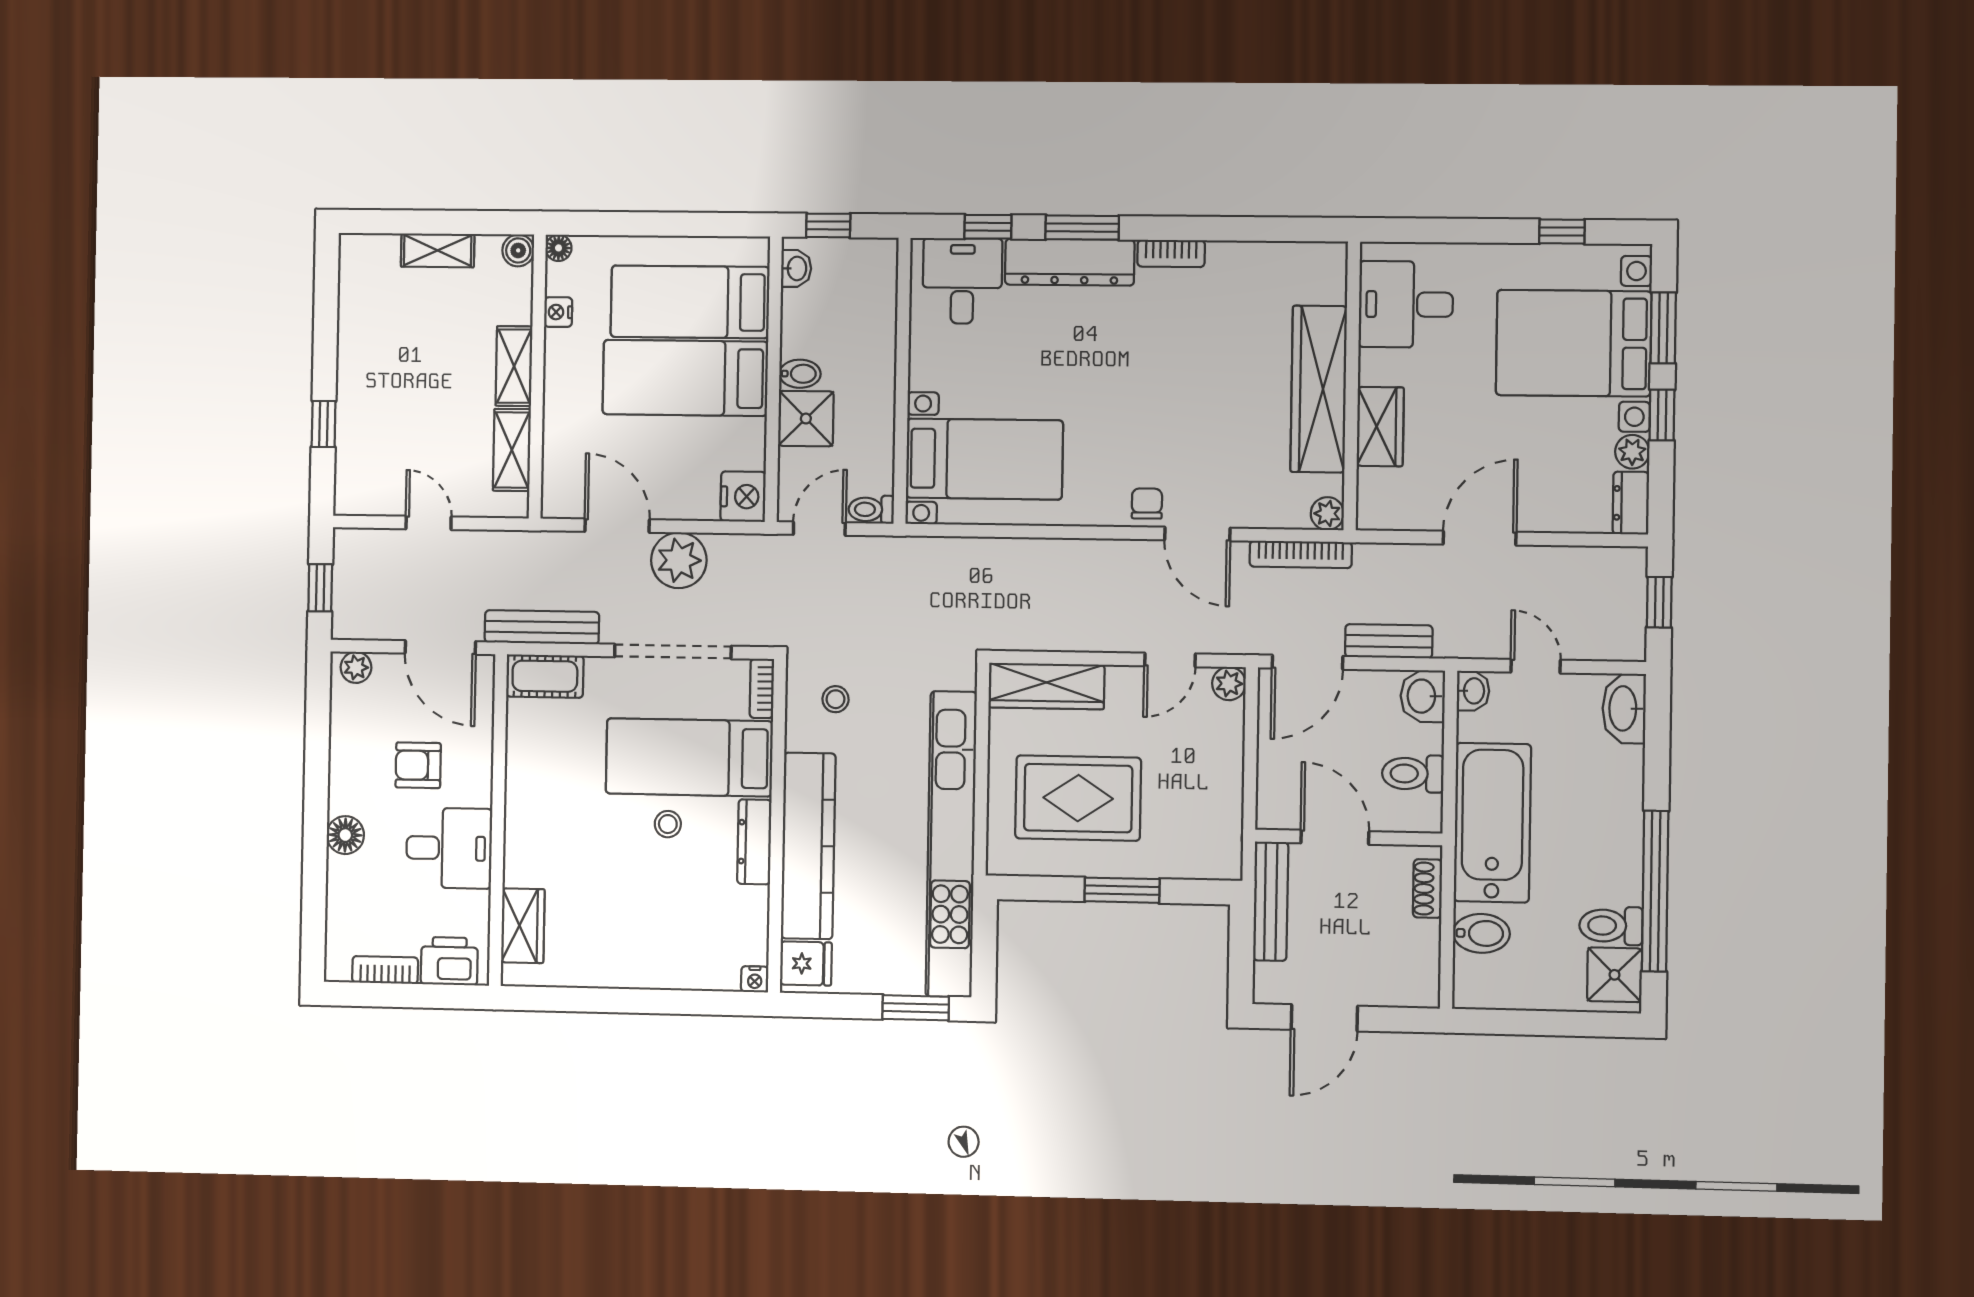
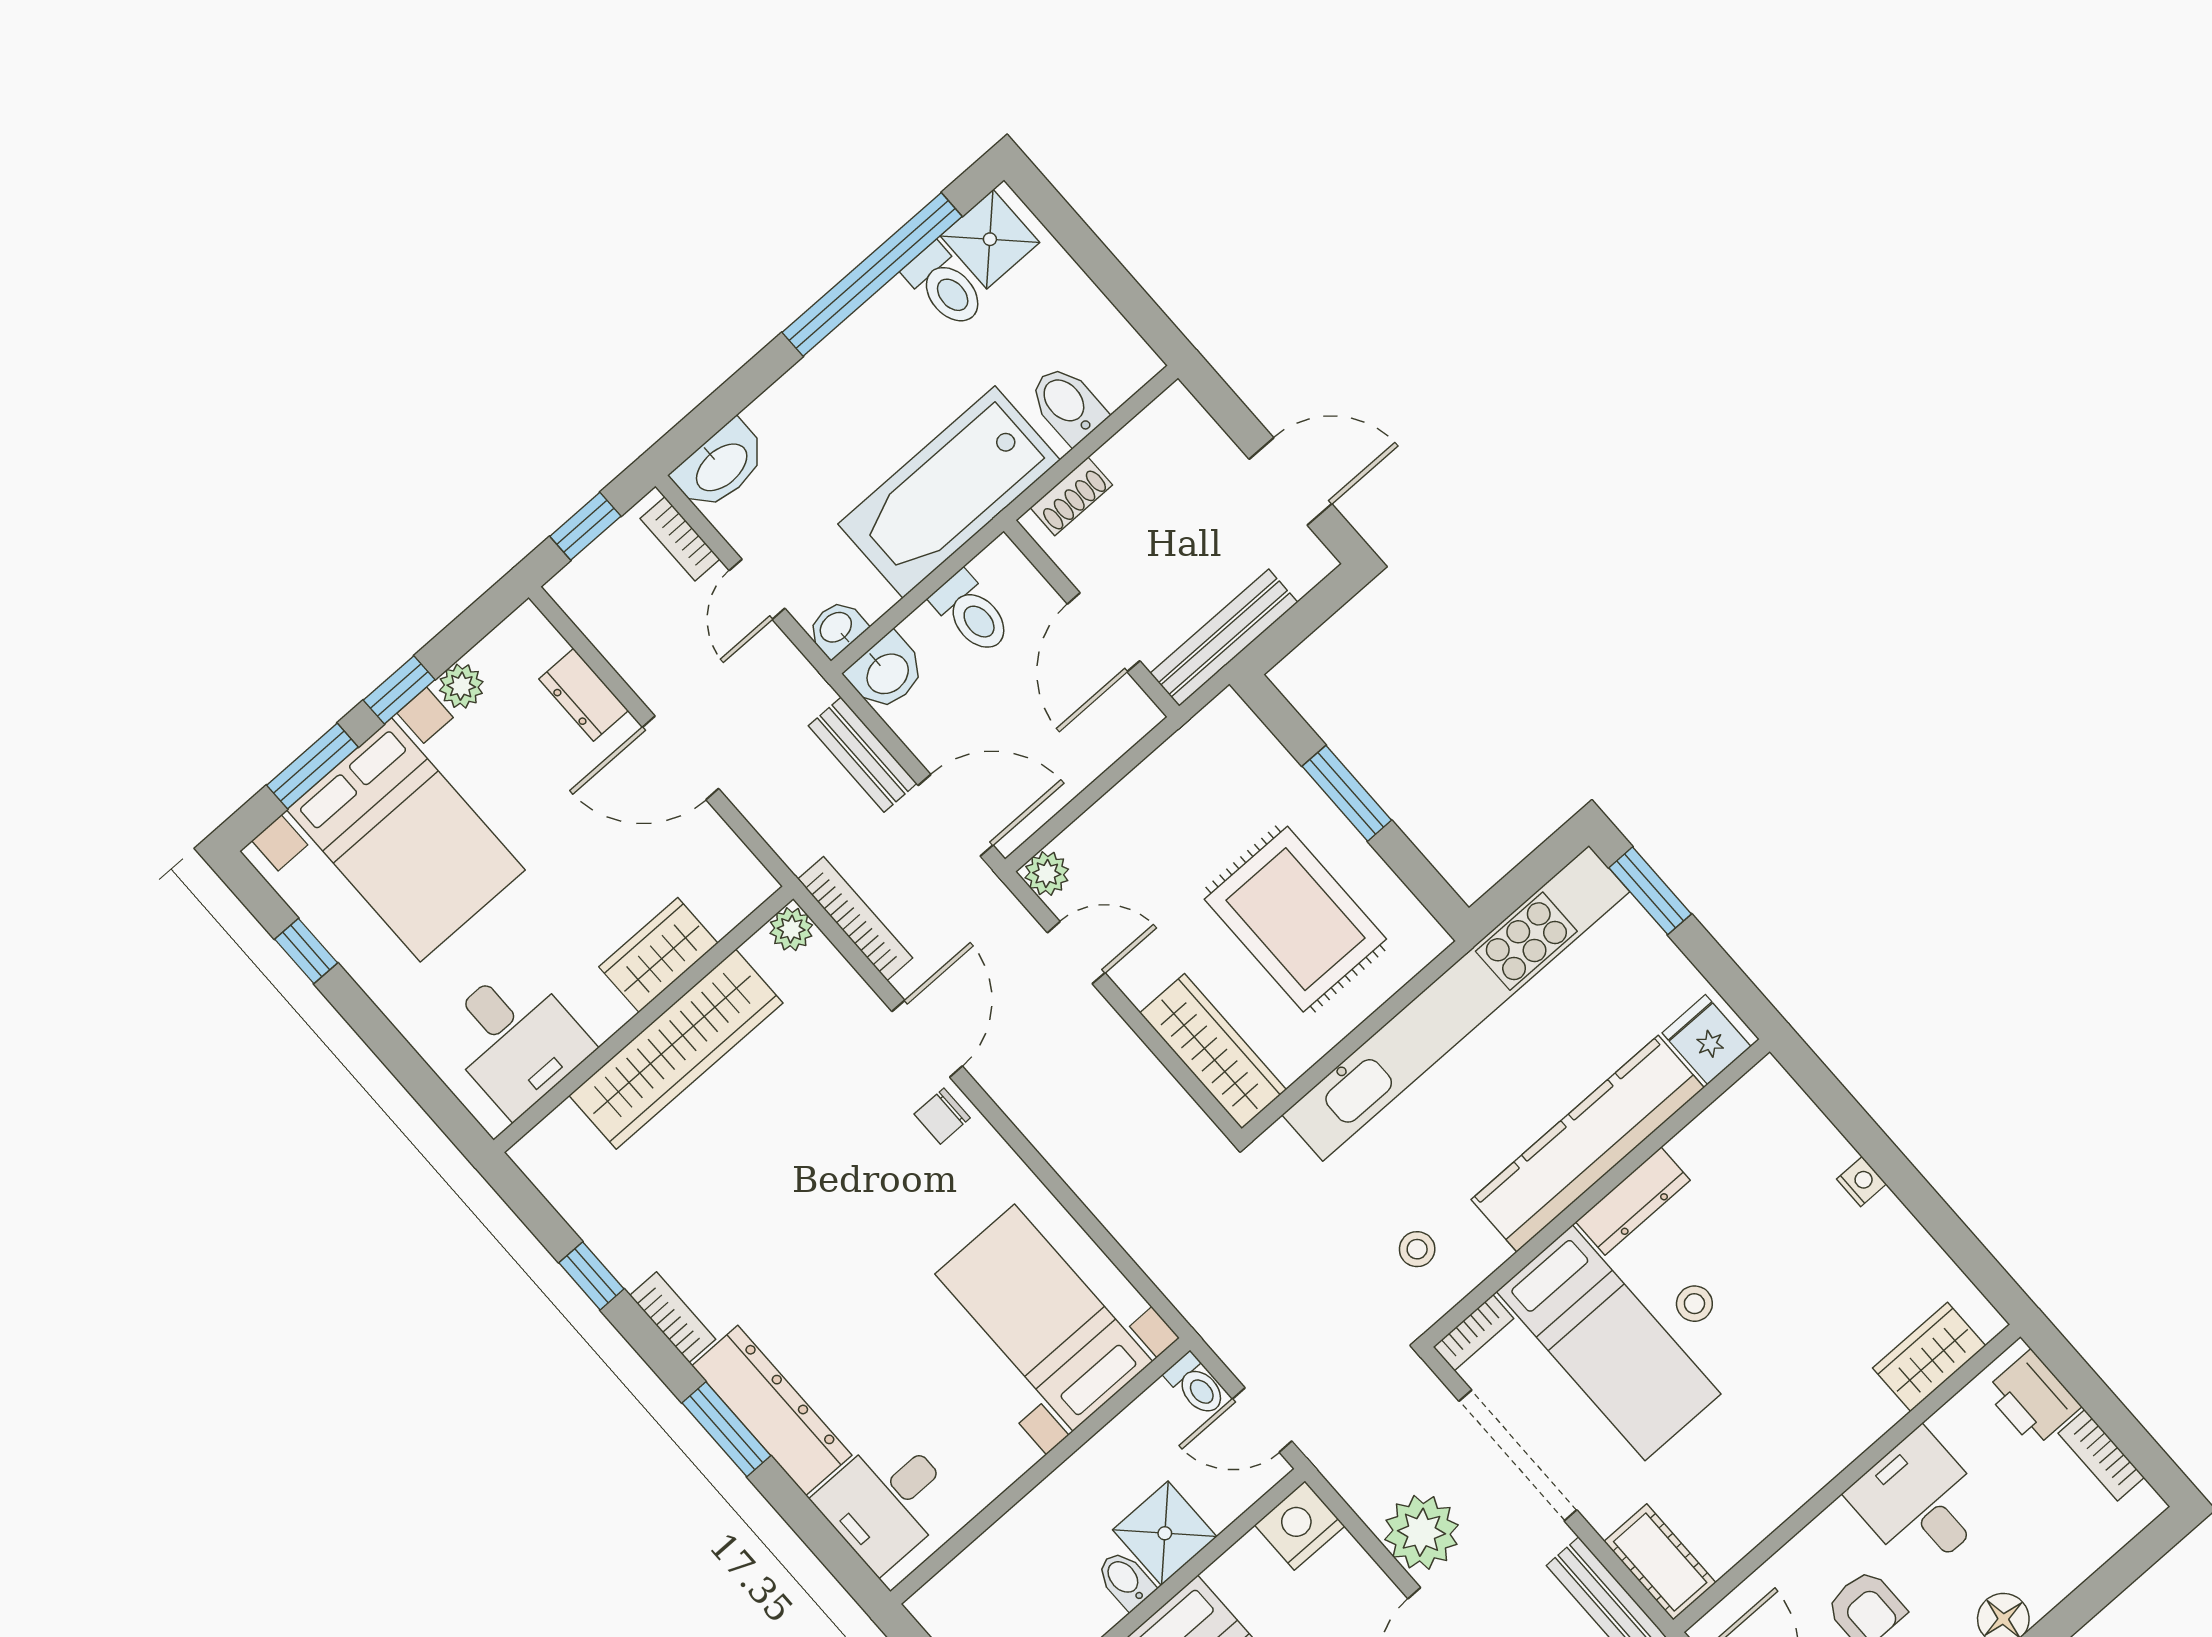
window: (988, 227) -> (591, 1276), moved
dresser: (1631, 503) -> (584, 695), moved, turned 90
bookcase: (1604, 649) -> (680, 539), added
nightstand: (755, 979) -> (1861, 1182), moved

